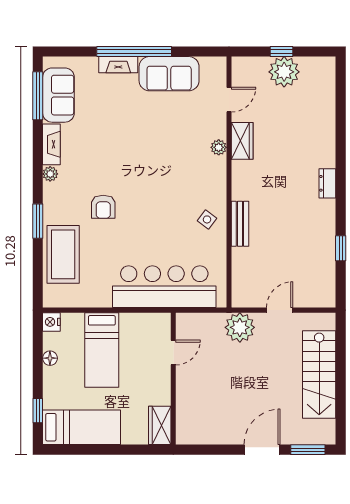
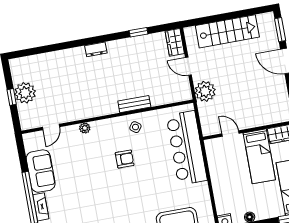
door: (229, 100) -> (51, 127), swing flipped
wardrobe: (242, 141) -> (175, 42), moved, turned -90
armchair: (103, 207) -> (125, 159), moved
bed: (102, 350) -> (259, 156), moved, turned 90

